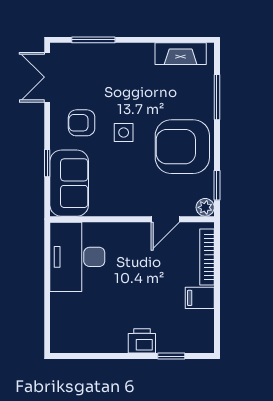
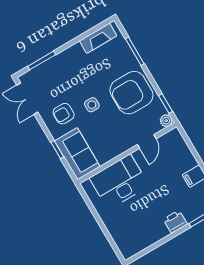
desk: (77, 257) -> (119, 182), moved, turned 90
bookcase: (207, 257) -> (185, 149), removed

